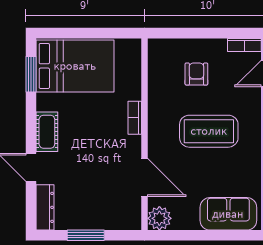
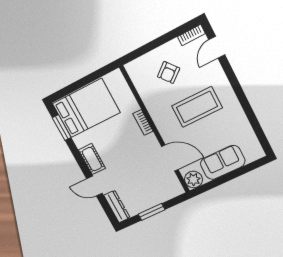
armchair: (196, 74) -> (169, 73), turned -129
sofa: (228, 214) -> (223, 162), moved

